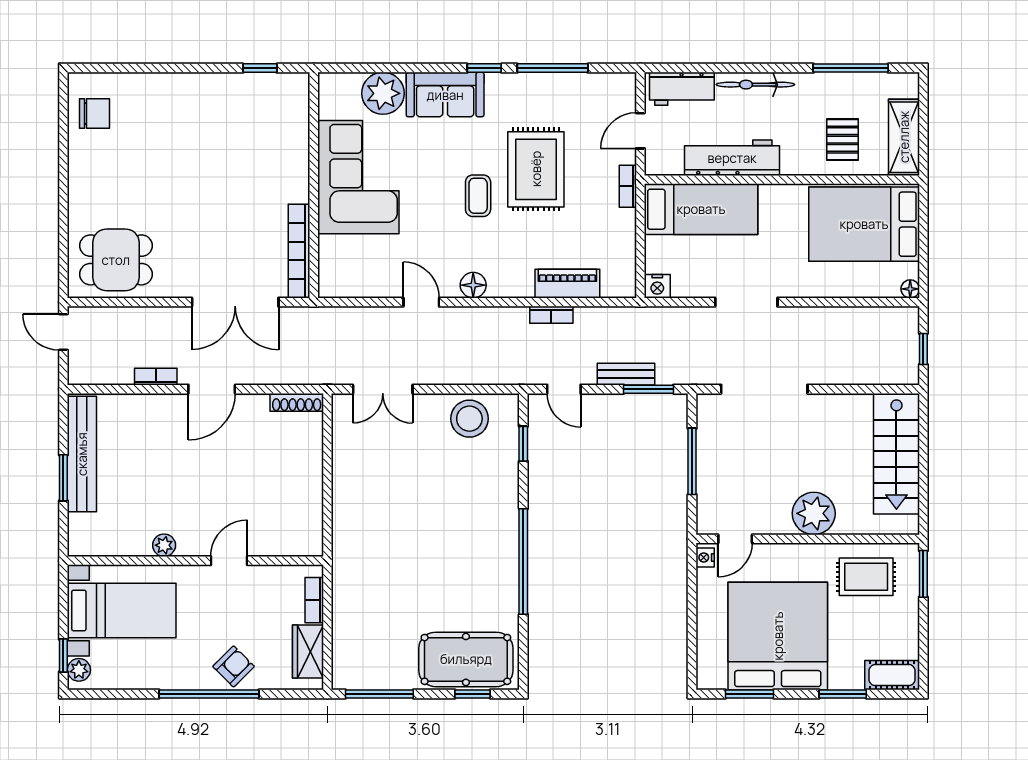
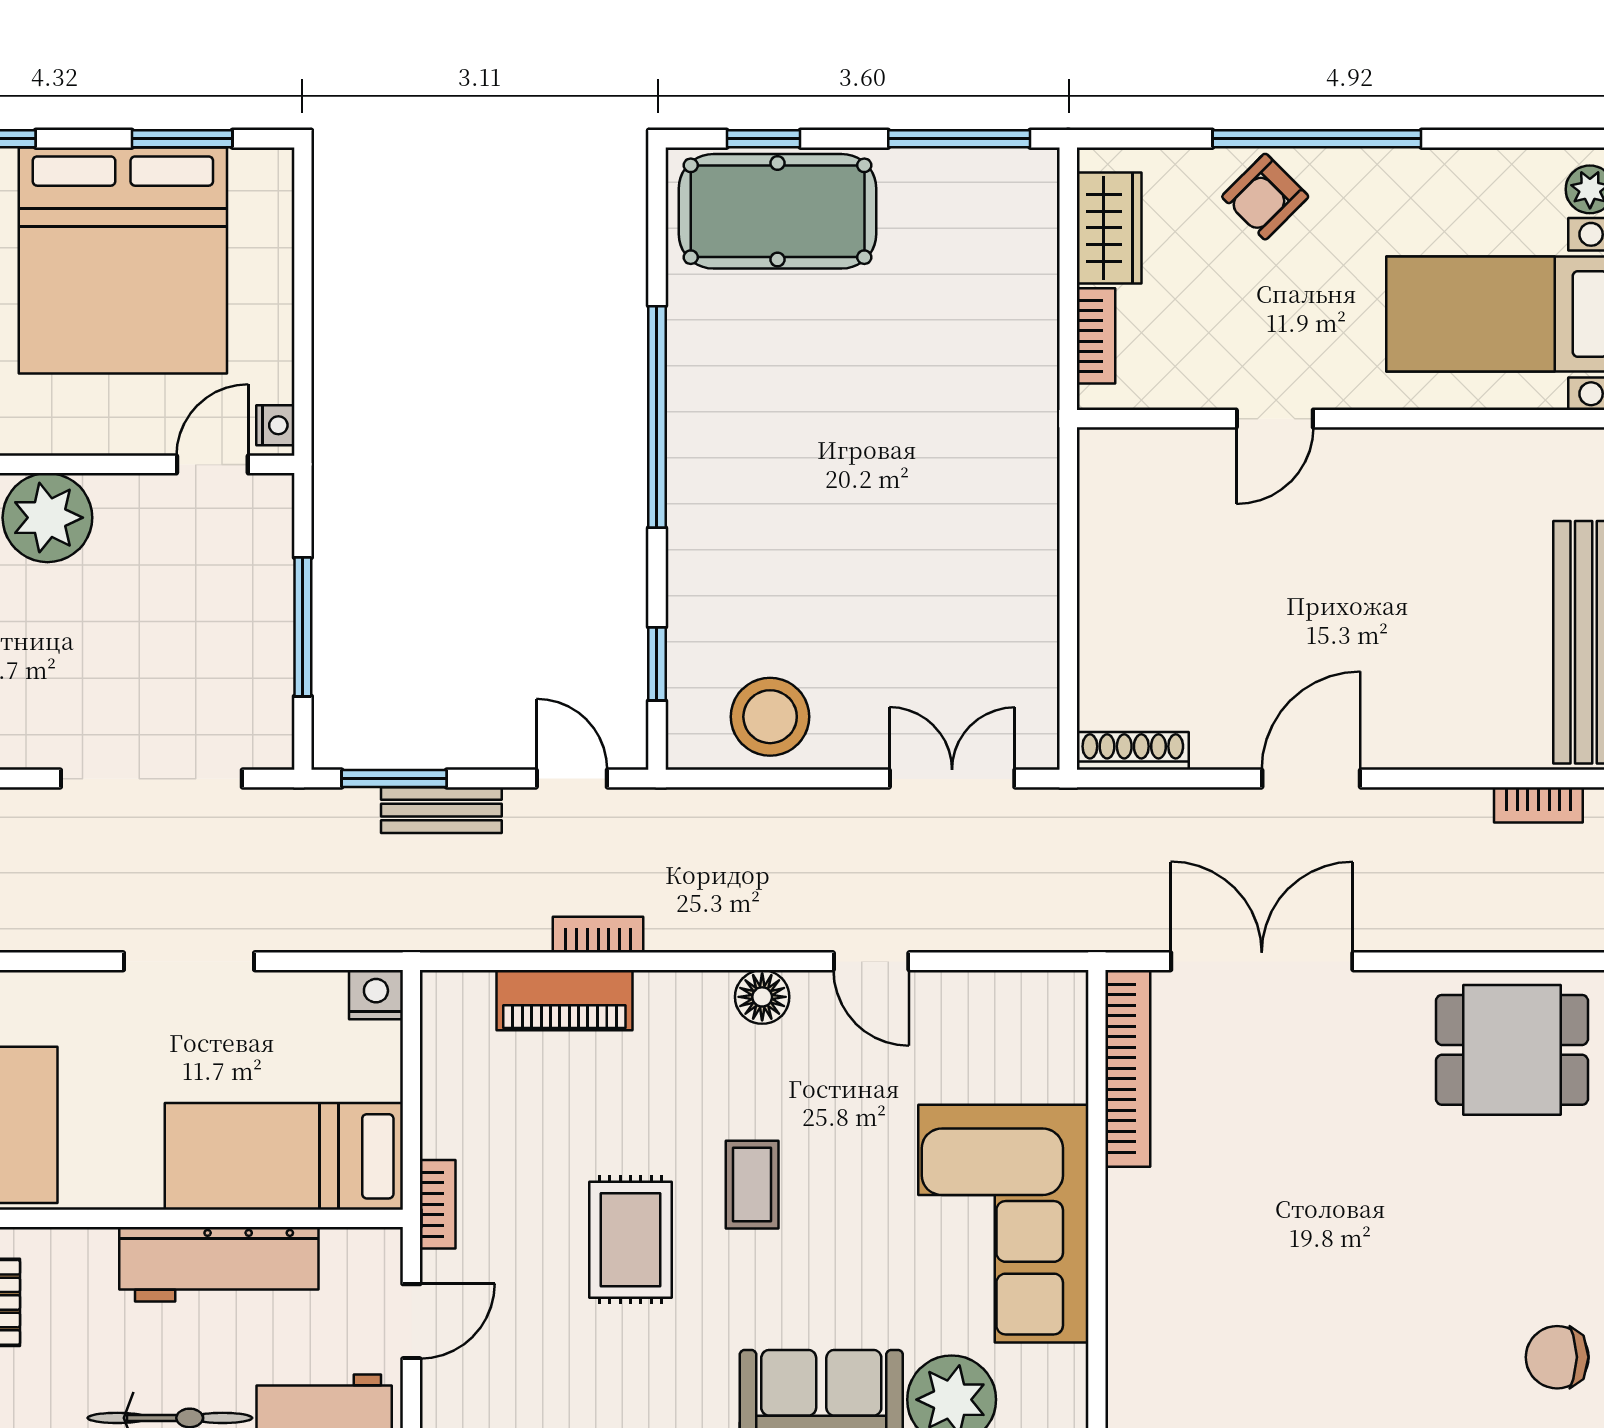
rug: (536, 169) -> (631, 1240), width x0.73, depth x0.70
bookcase: (156, 377) -> (1538, 805), moved
plant: (164, 545) -> (1411, 451), removed

